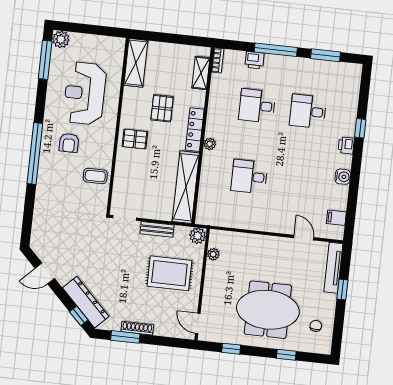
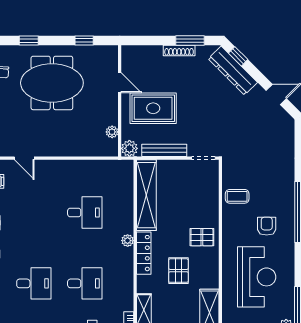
bench: (157, 229) -> (164, 150), width x1.36
door: (198, 323) -> (120, 83), moved

